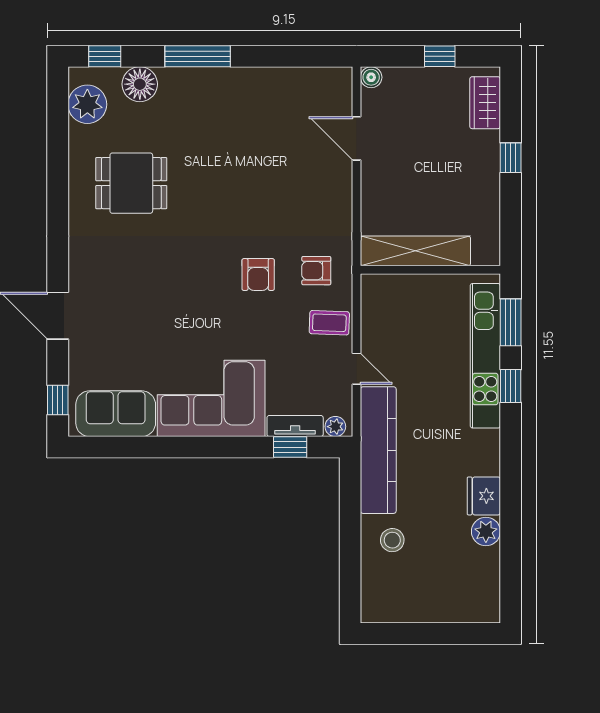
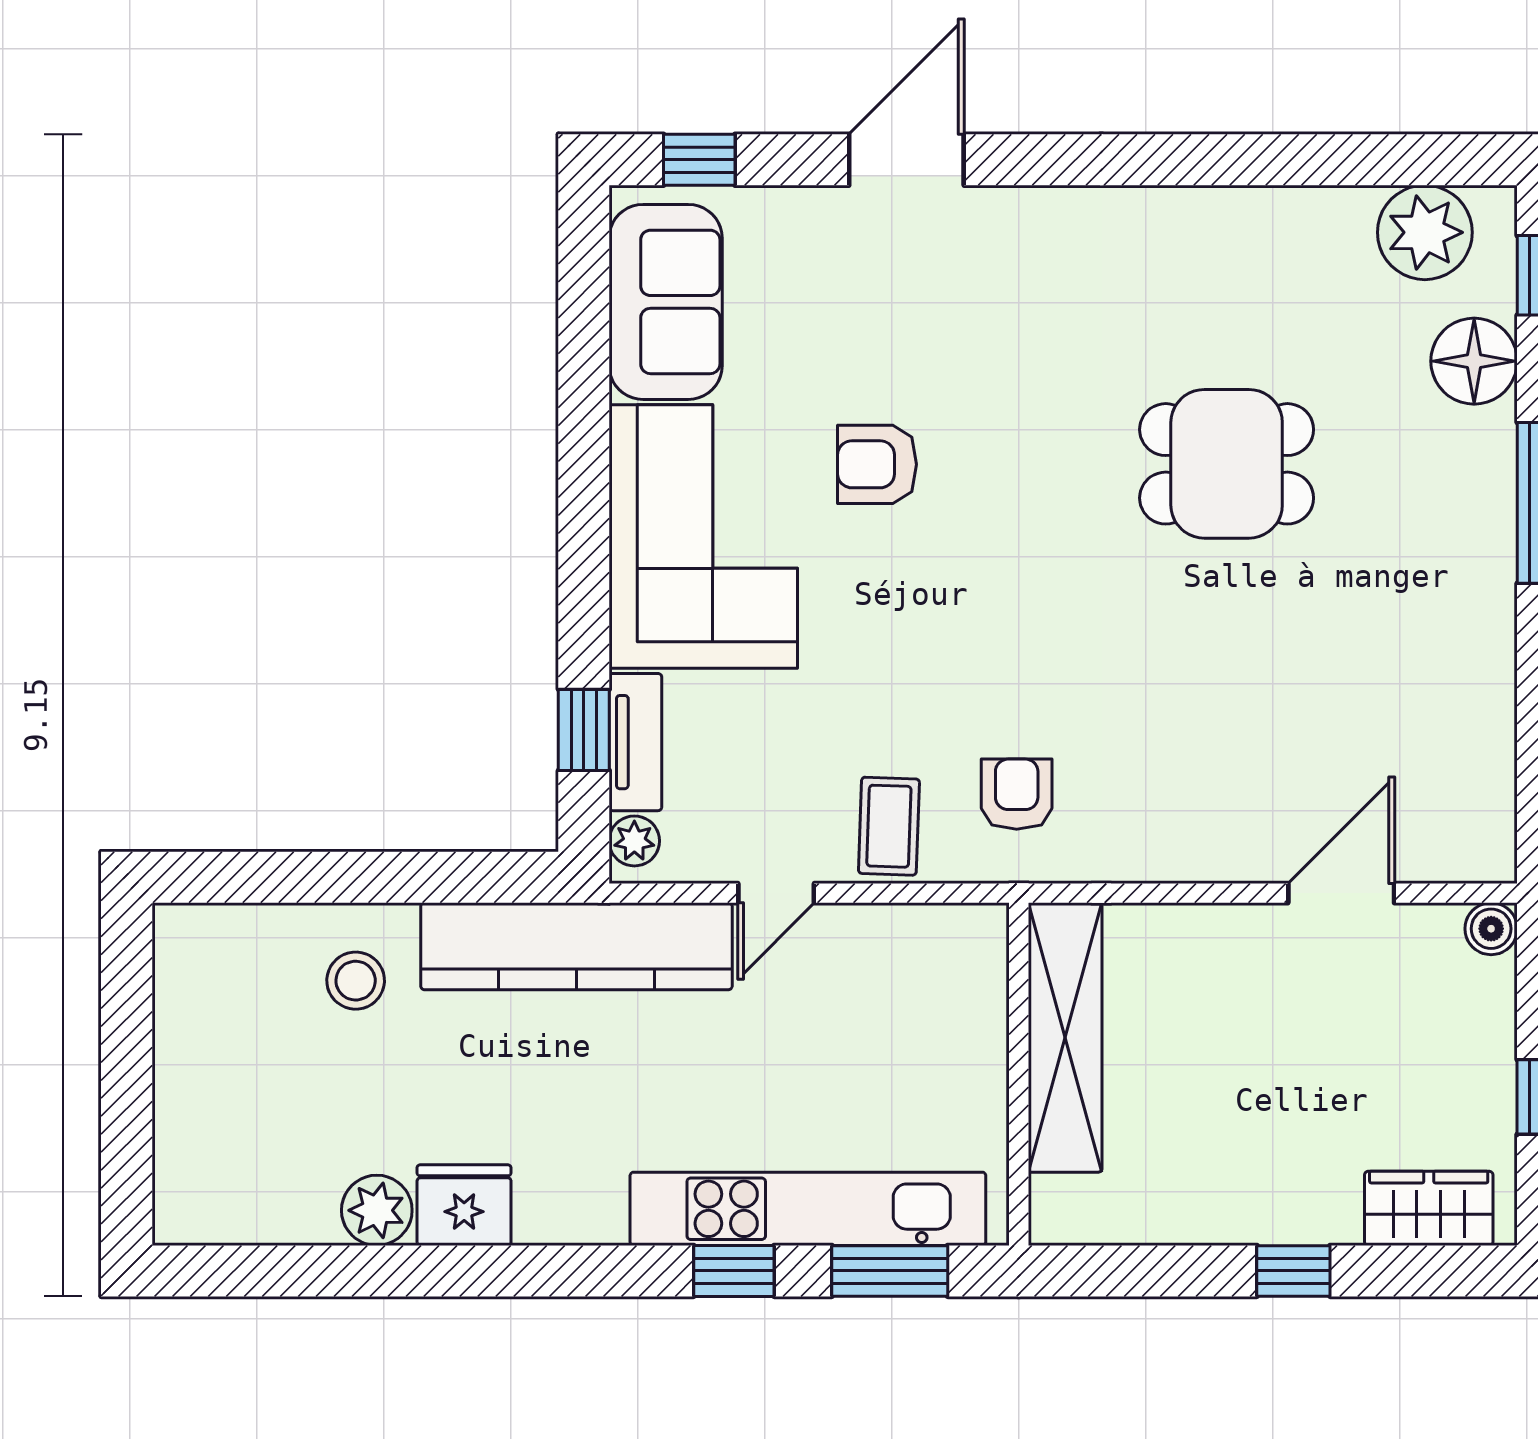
dining table: (131, 183) -> (1227, 464), moved, turned 90
armchair: (258, 275) -> (877, 464), moved

